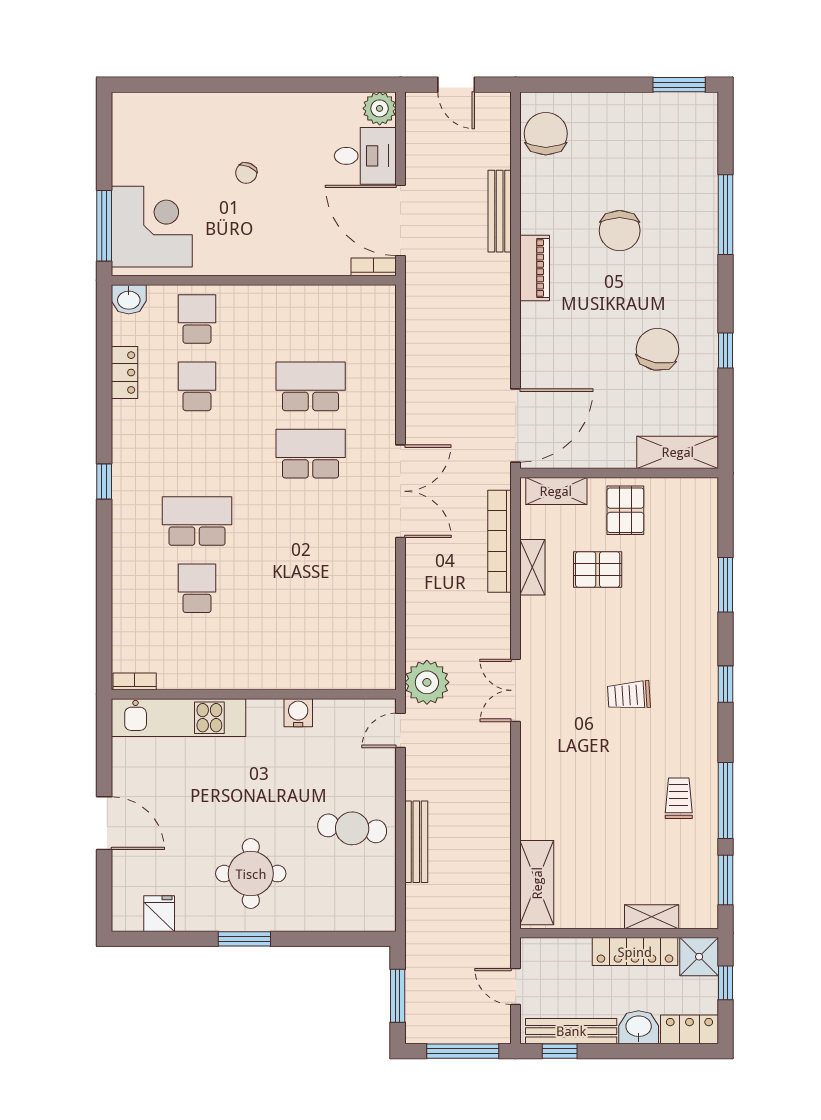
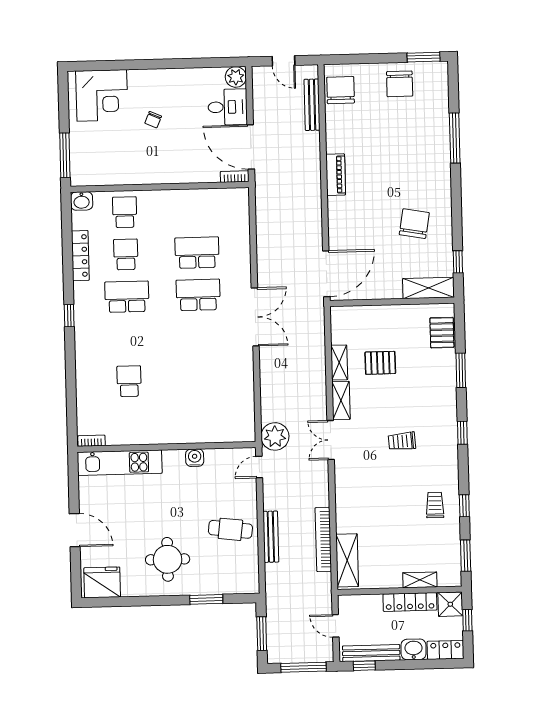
bench: (500, 211) -> (312, 105), moved
corner desk: (152, 227) -> (102, 95), moved, turned 90
chair: (620, 231) -> (400, 84), moved
window: (725, 350) -> (458, 262), moved
locker: (125, 373) -> (80, 256), width x1.53
shelving: (556, 491) -> (341, 401), moved, turned 90
pallet: (625, 510) -> (442, 333), moved
school desk: (197, 521) -> (127, 297), moved
bookcase: (500, 541) -> (323, 539), moved
window: (725, 800) -> (464, 506), width x0.46
fridge: (159, 914) -> (102, 582), width x1.88, depth x1.34
window: (244, 939) -> (206, 599), moved

